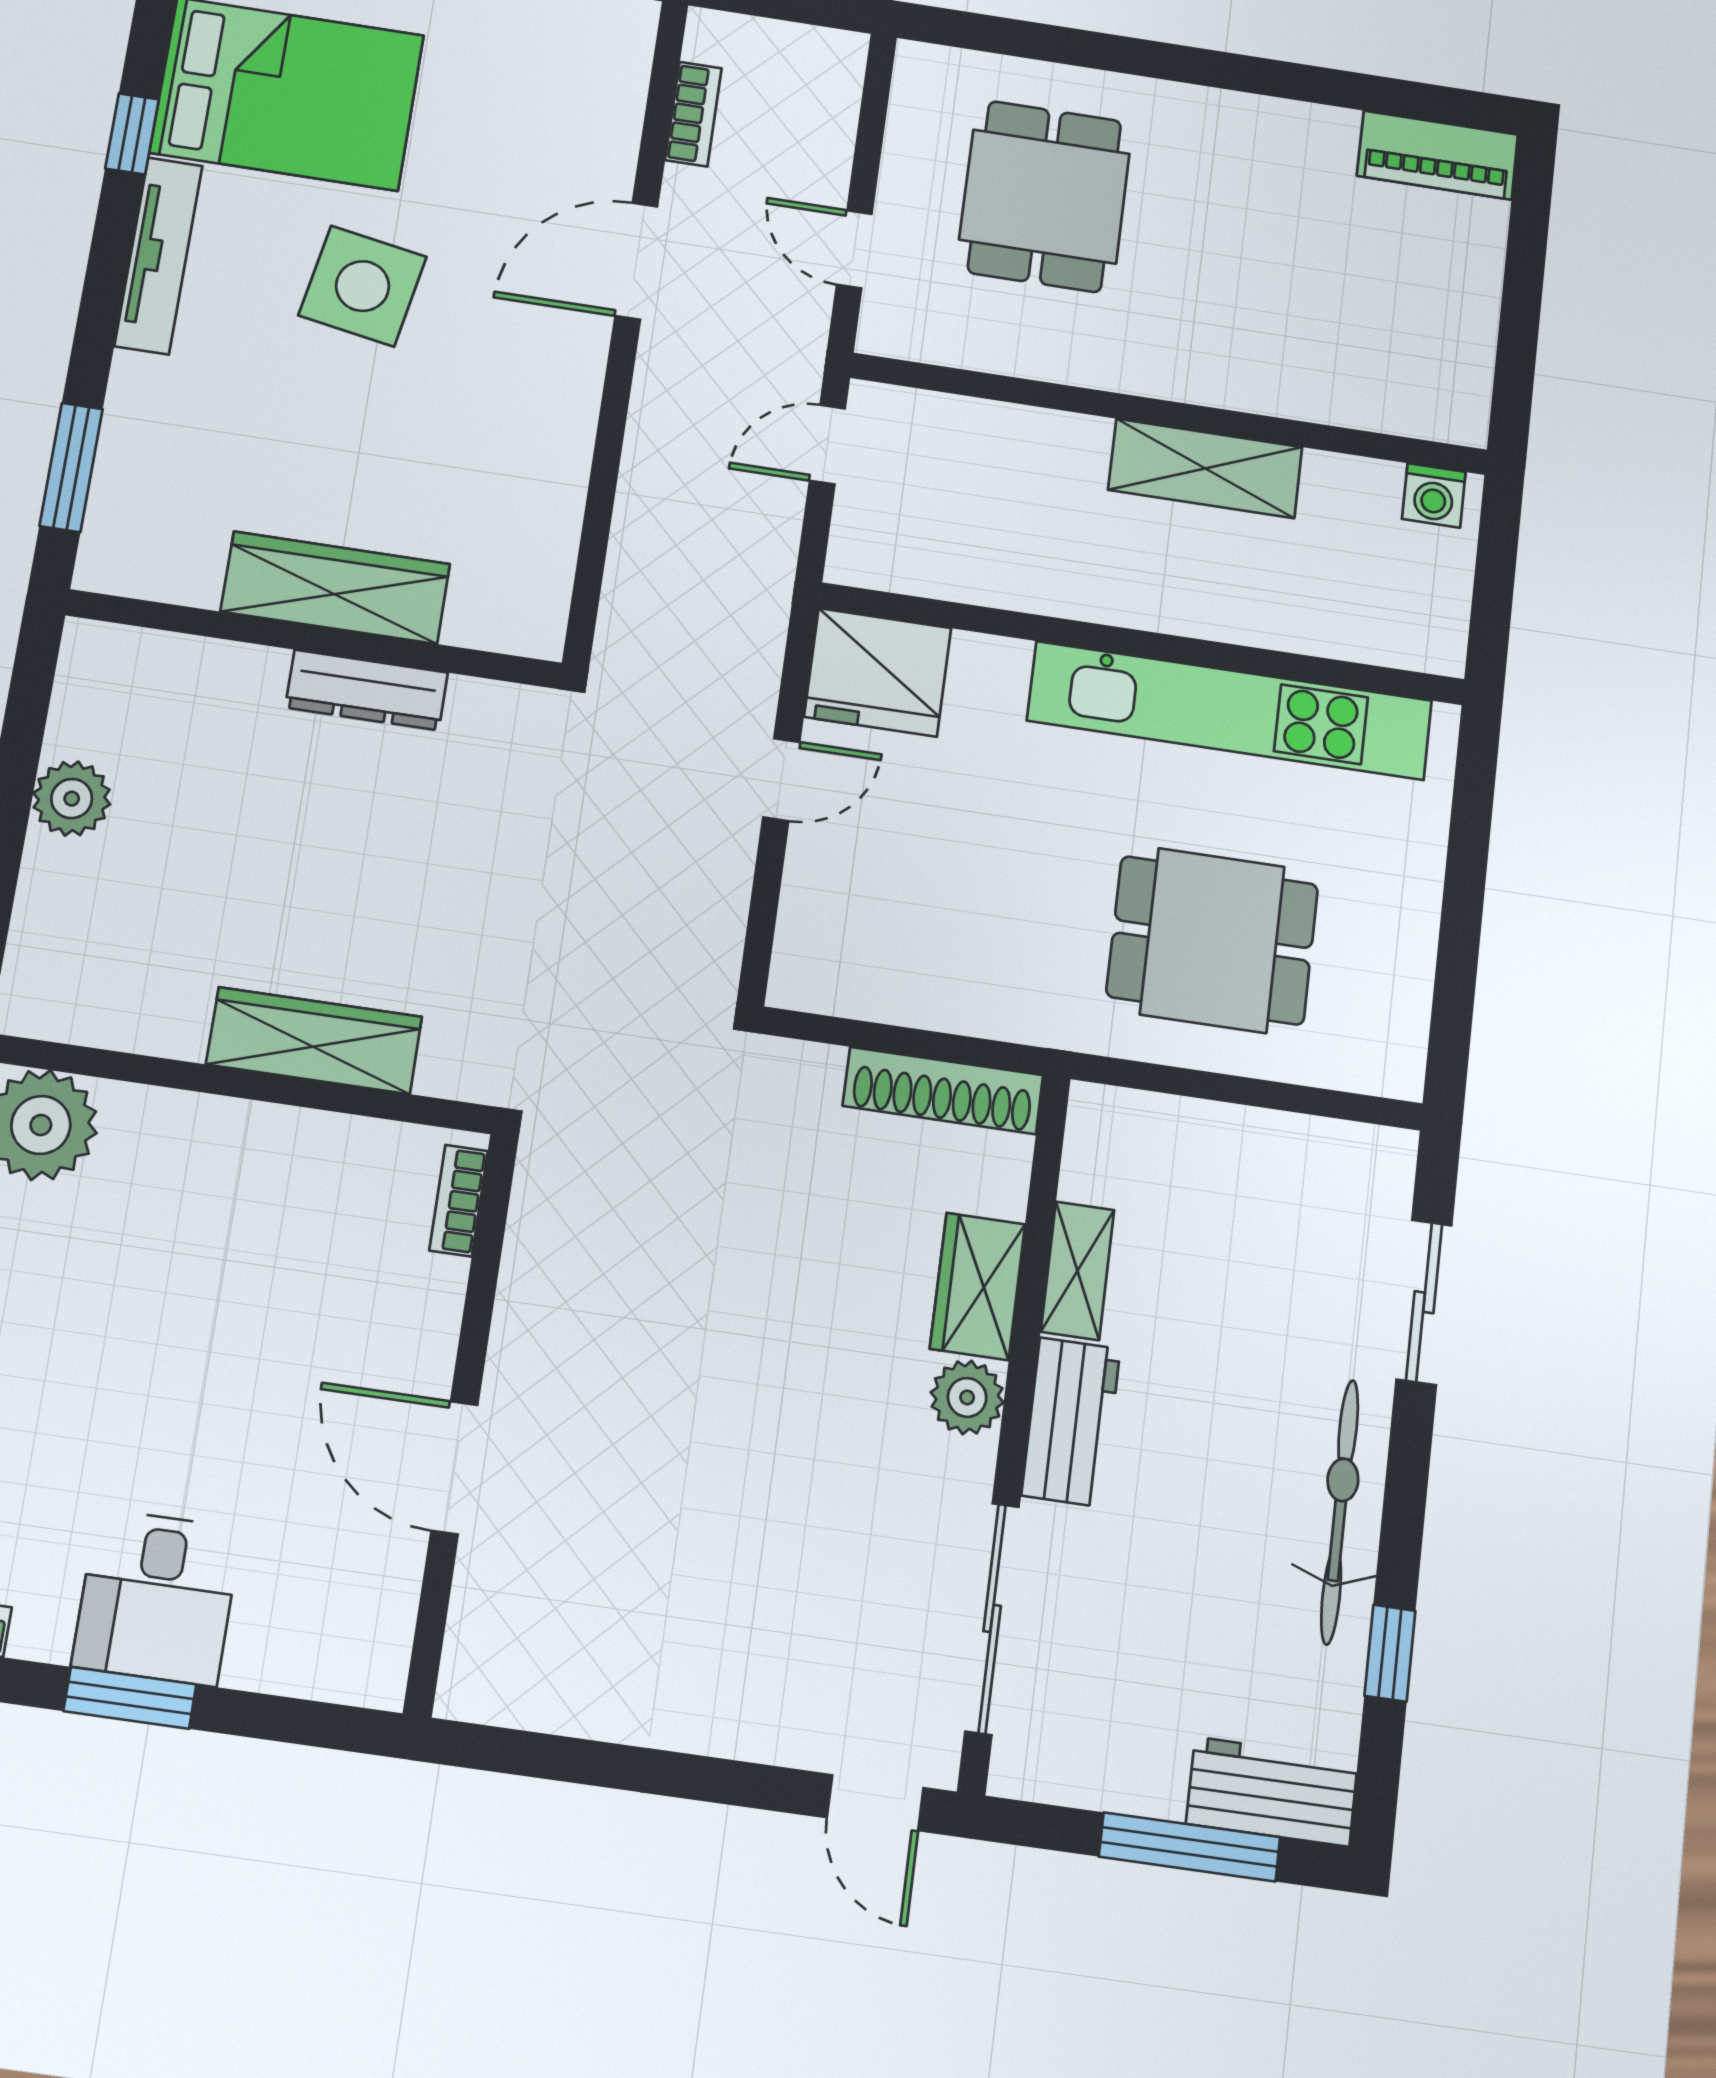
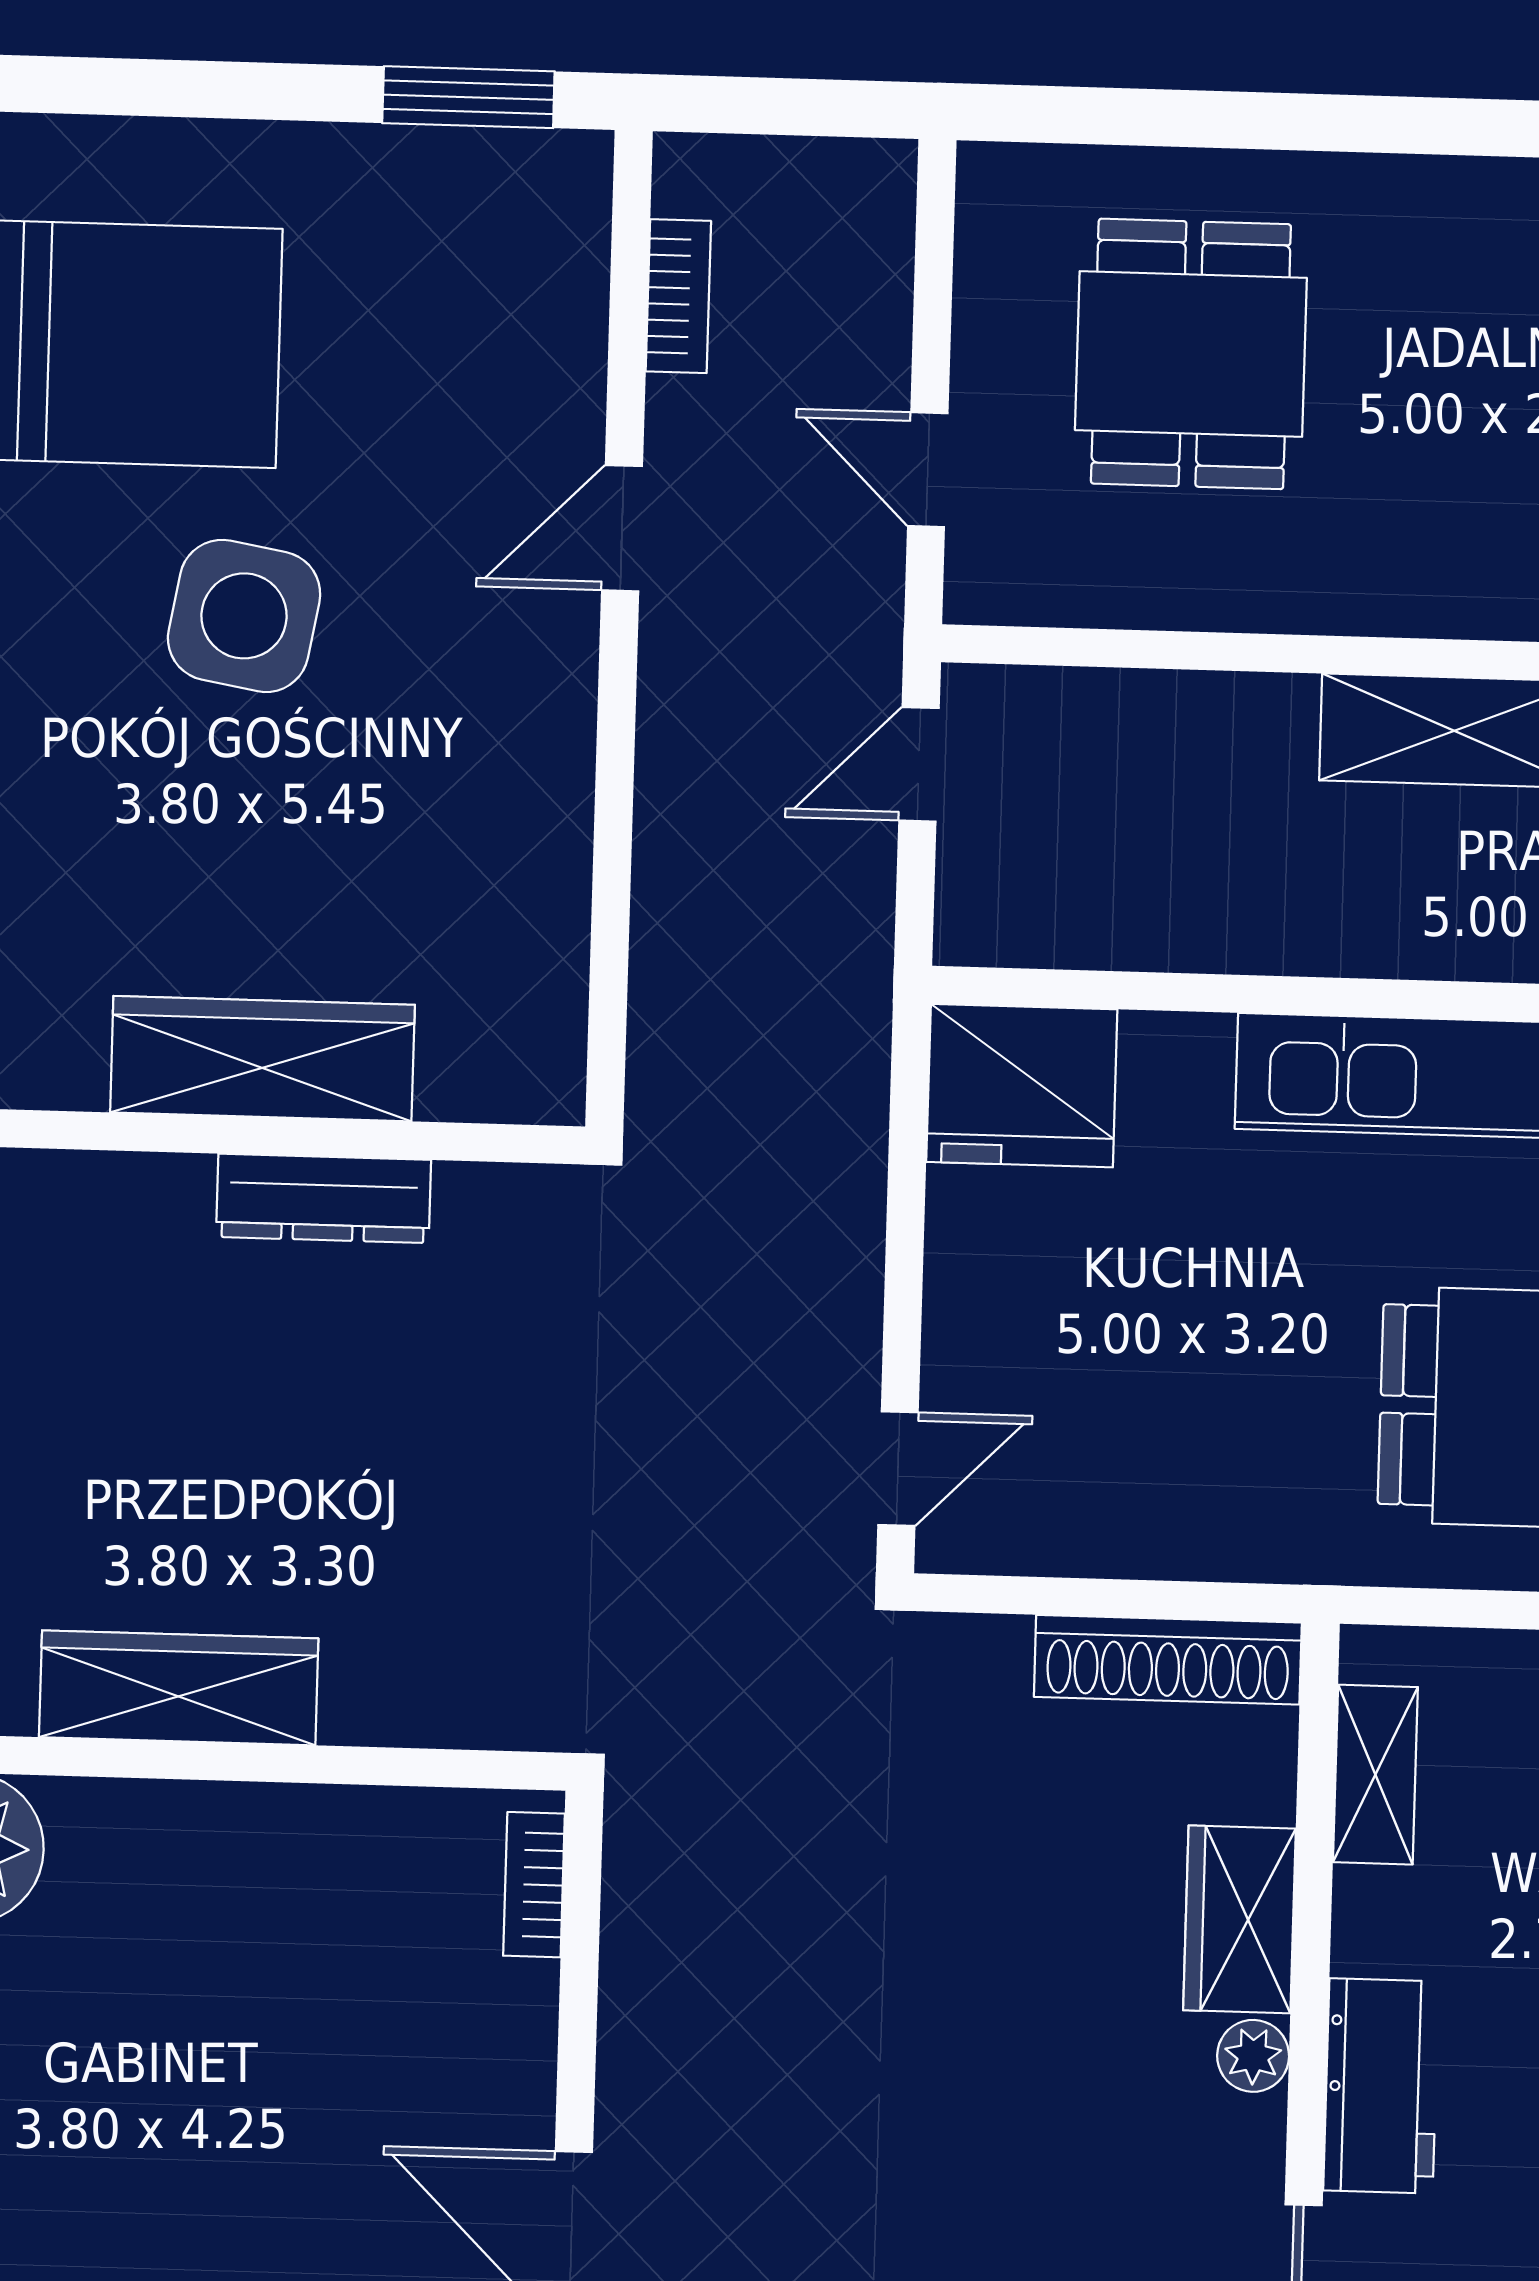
door: (636, 261) -> (622, 528), width x0.73
door: (781, 780) -> (898, 1469), moved
wardrobe: (314, 1041) -> (179, 1688), moved
shelving: (1077, 1271) -> (1375, 1775), moved
plant: (967, 1397) -> (1253, 2056), width x0.73, depth x0.73

